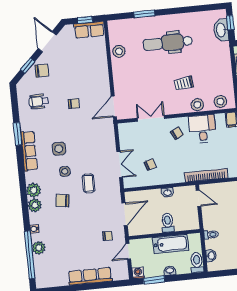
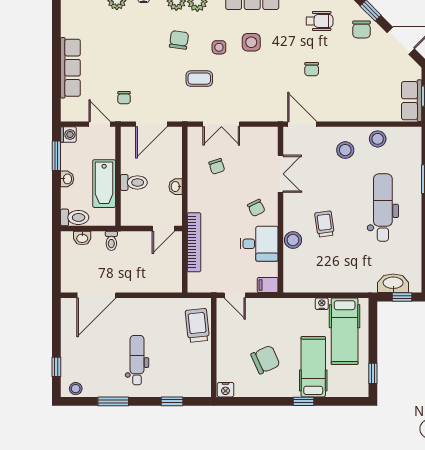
wheelchair: (39, 101) -> (320, 21), turned 90
stool: (220, 101) -> (345, 150), moved
door: (125, 214) -> (151, 124), hinge flipped

